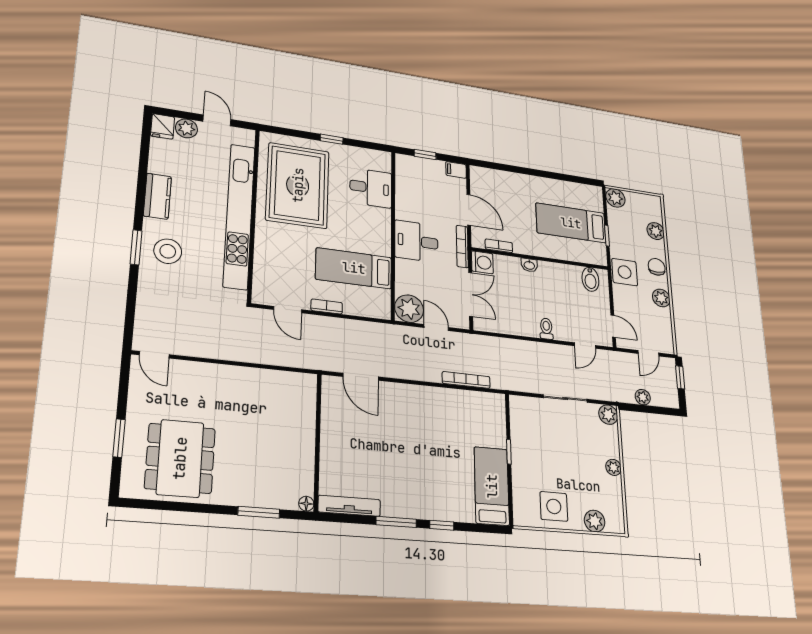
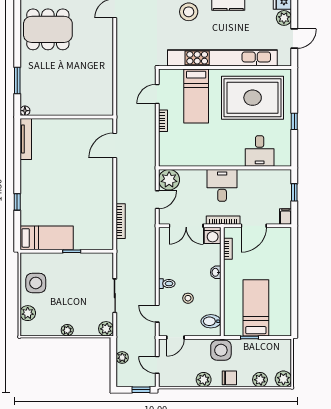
plant: (615, 198) -> (283, 379), moved
bed: (354, 268) -> (196, 96), moved, turned 180
stool: (563, 304) -> (188, 298), added
window: (396, 522) -> (17, 171), removed

